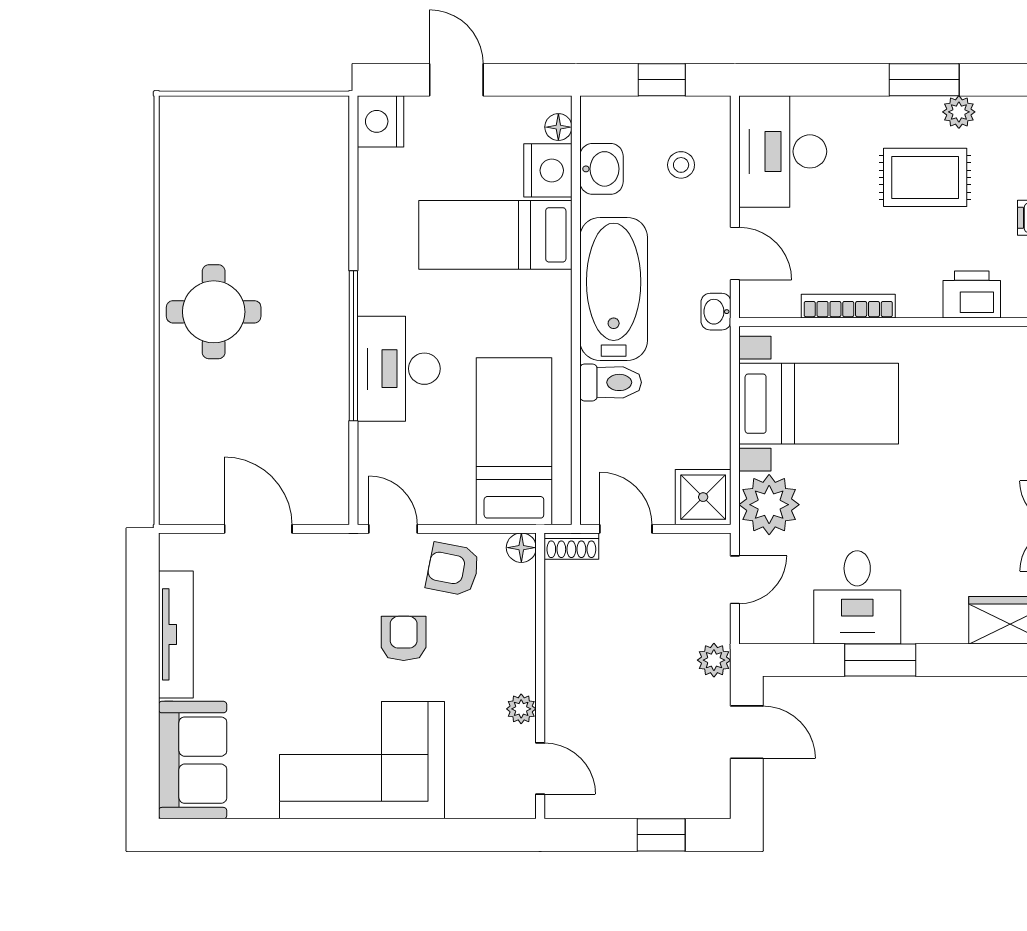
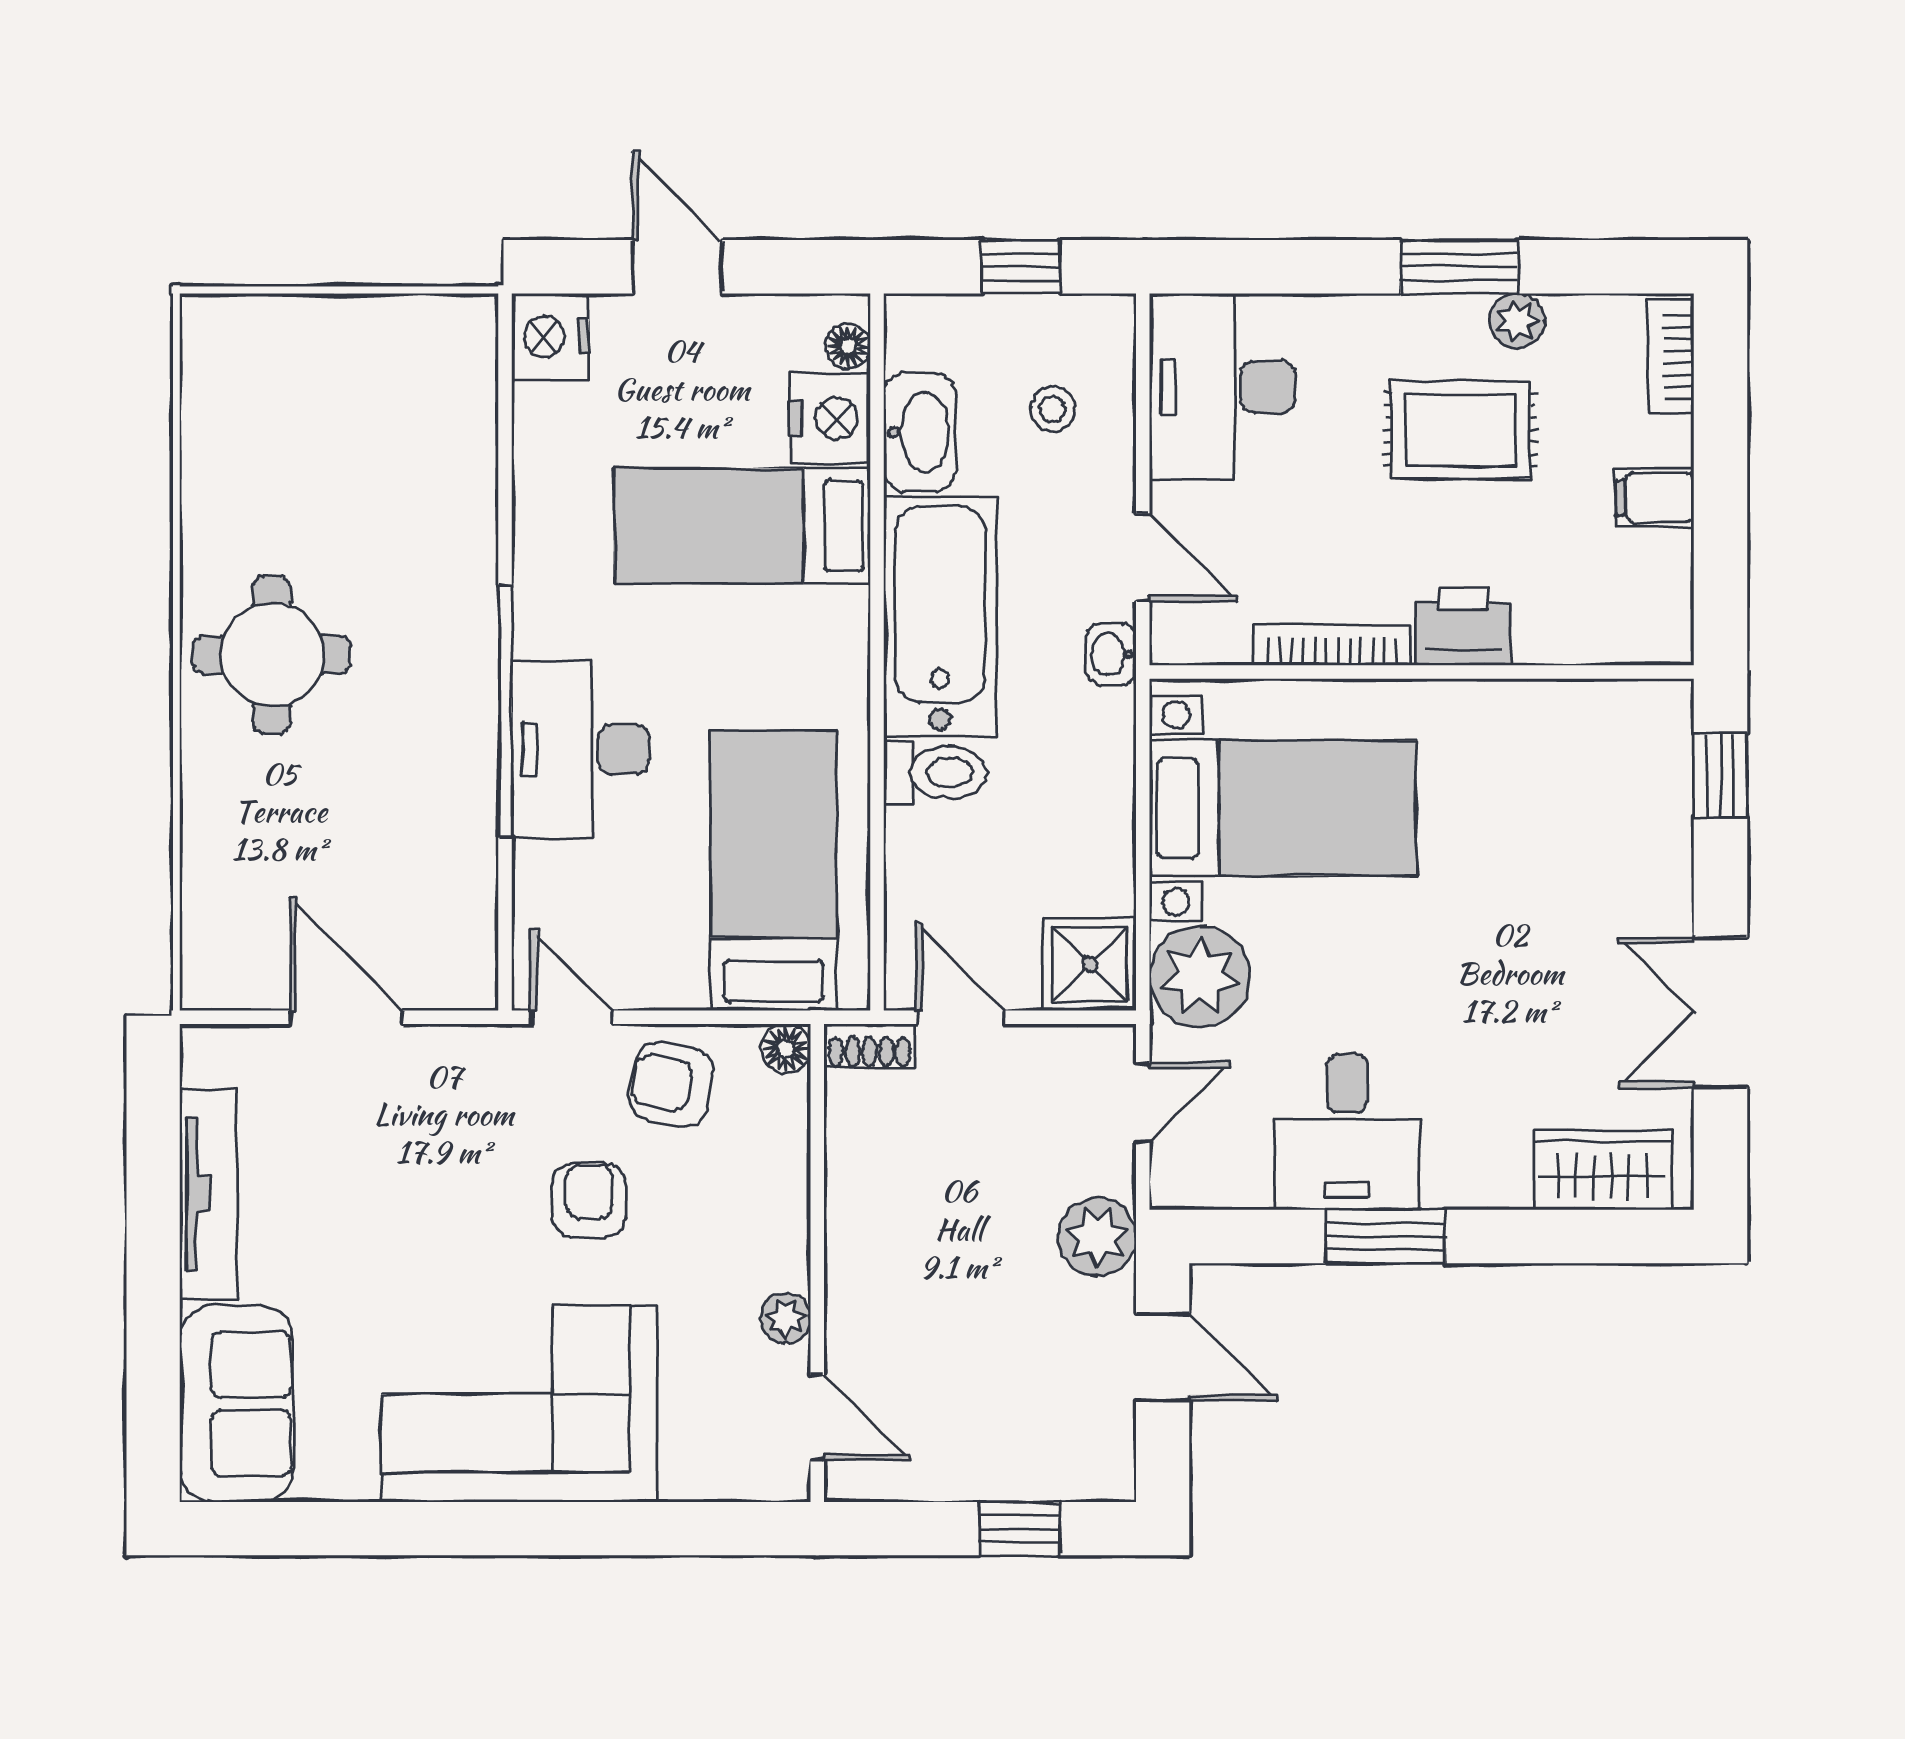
washbasin: (601, 169) -> (920, 432), width x1.38
printer: (972, 295) -> (1463, 626), moved
plant: (714, 660) -> (1097, 1237), width x1.38, depth x1.38

